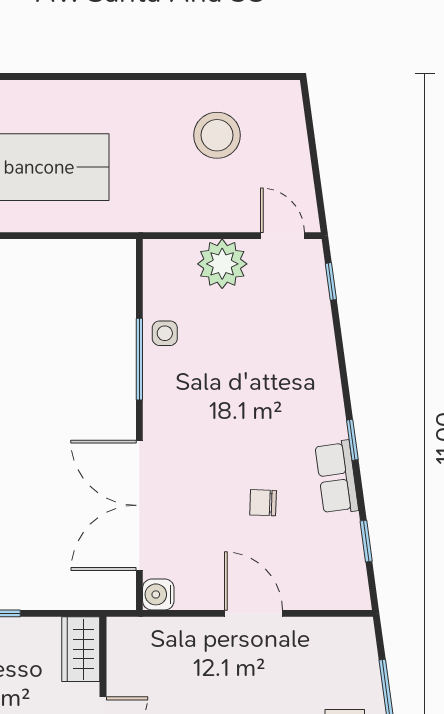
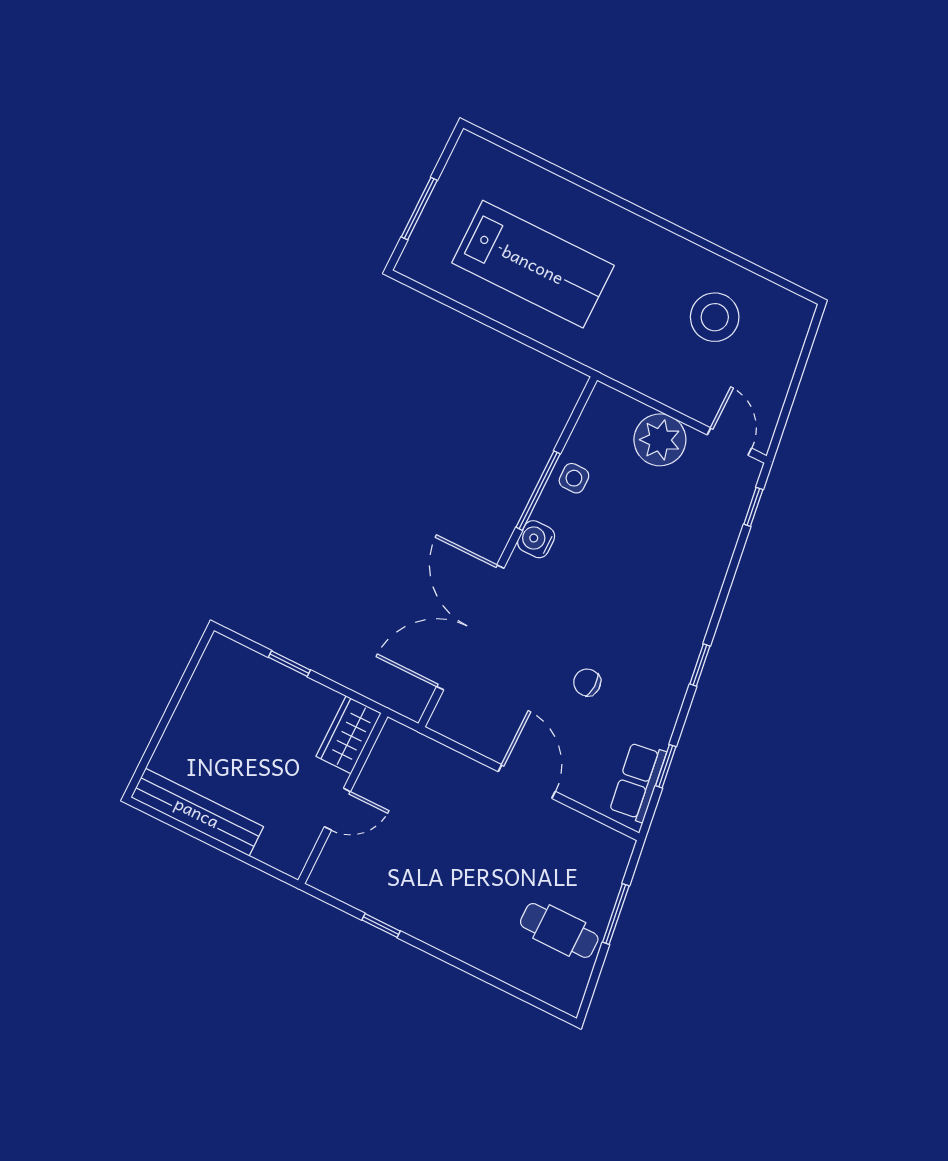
row of seats: (337, 477) -> (638, 782), moved
water cooler: (158, 594) -> (536, 539), moved

